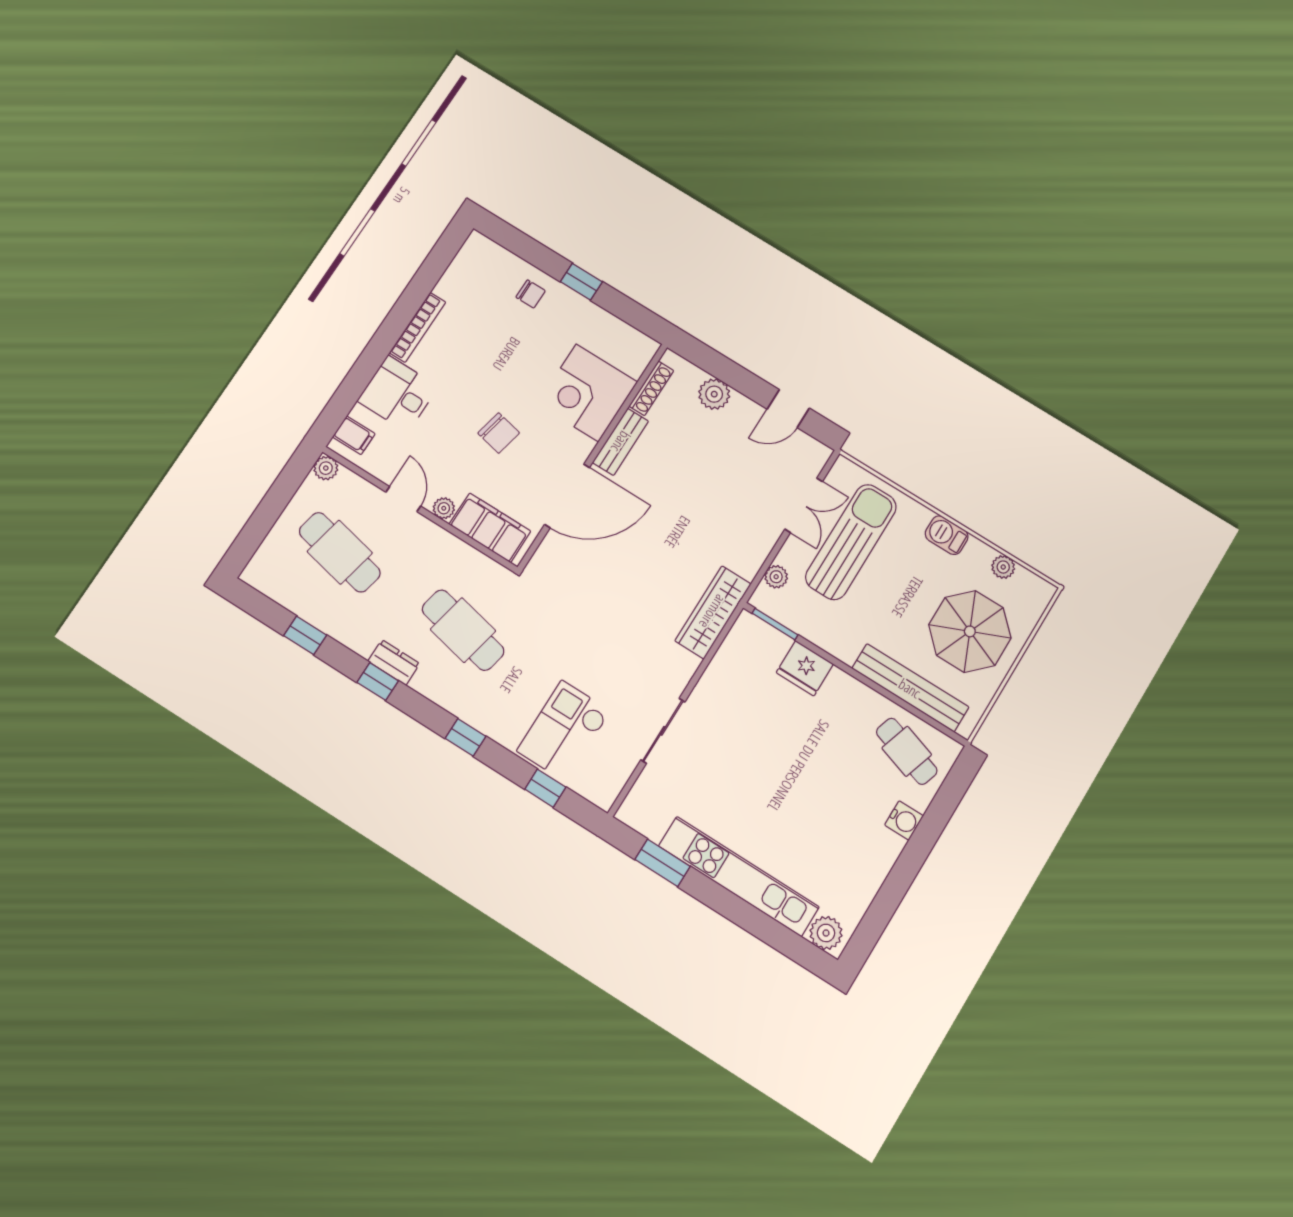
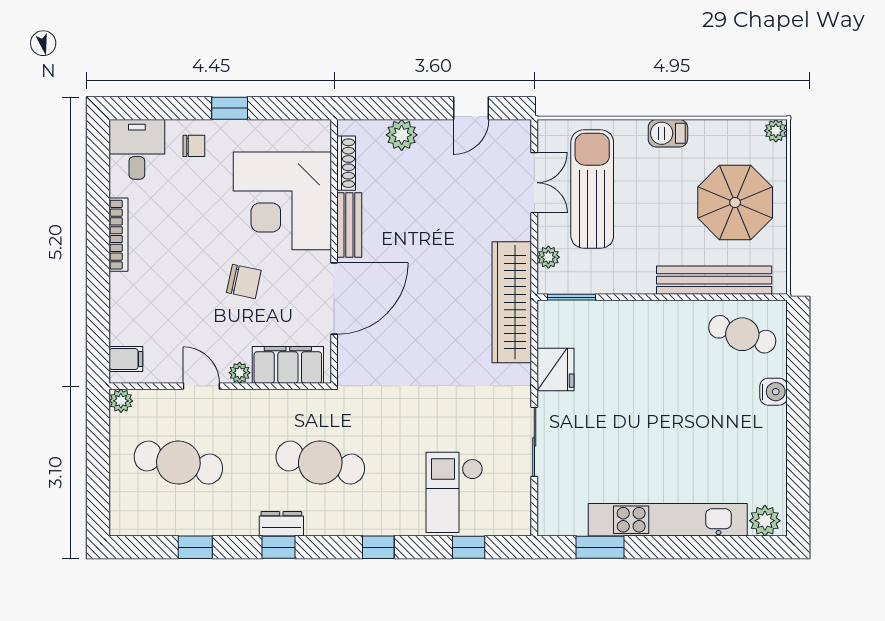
corner desk: (587, 393) -> (282, 201), width x1.36, depth x1.36
desk: (398, 394) -> (137, 149), moved, turned 90
plant: (1003, 567) -> (776, 131), moved
wardrobe: (713, 612) -> (512, 302), width x1.40, depth x1.17
fridge: (805, 668) -> (555, 369), moved, turned -90

